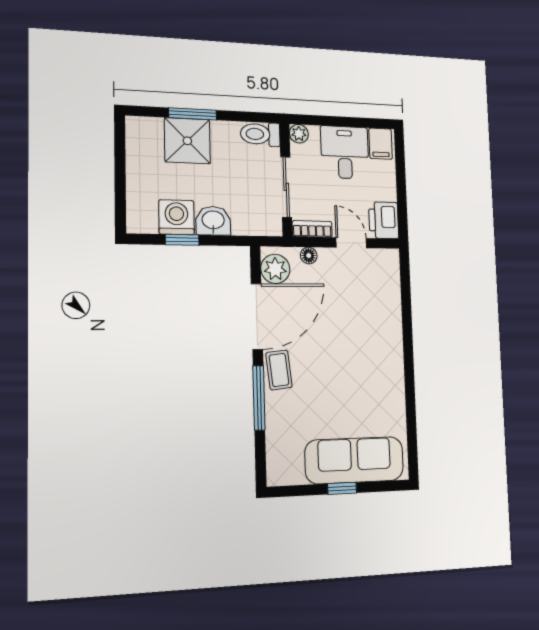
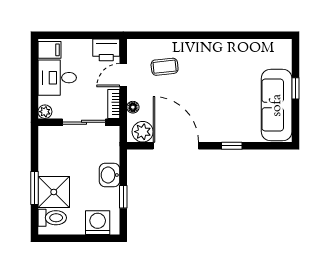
toilet: (260, 134) -> (52, 218), moved, turned -90
washing machine: (177, 217) -> (98, 223), moved, turned 90
coffee table: (279, 370) -> (165, 67), moved
window: (259, 398) -> (232, 146), width x0.46
sofa: (354, 460) -> (277, 105), moved

